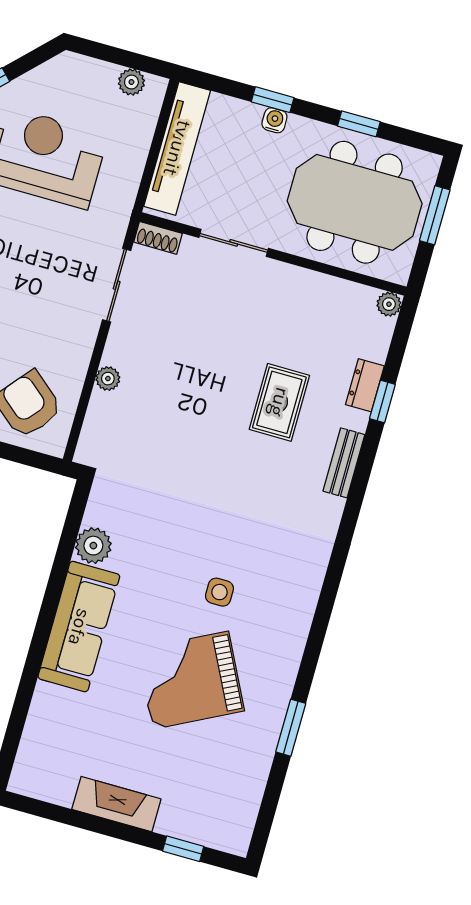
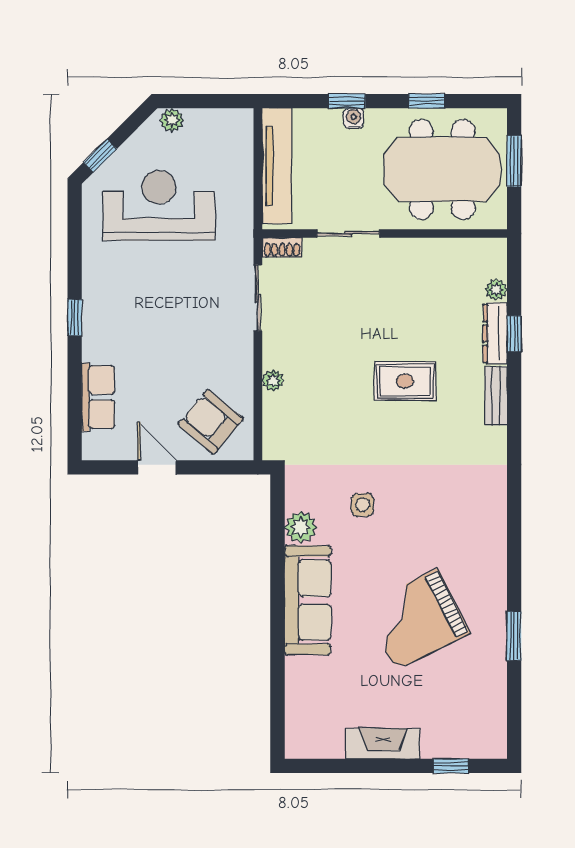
plant: (131, 82) -> (172, 120), moved
plant: (389, 304) -> (496, 290), moved
dresser: (365, 385) -> (495, 333), width x1.44
rug: (279, 402) -> (405, 381), moved, turned 90
side table: (219, 592) -> (363, 505), moved

